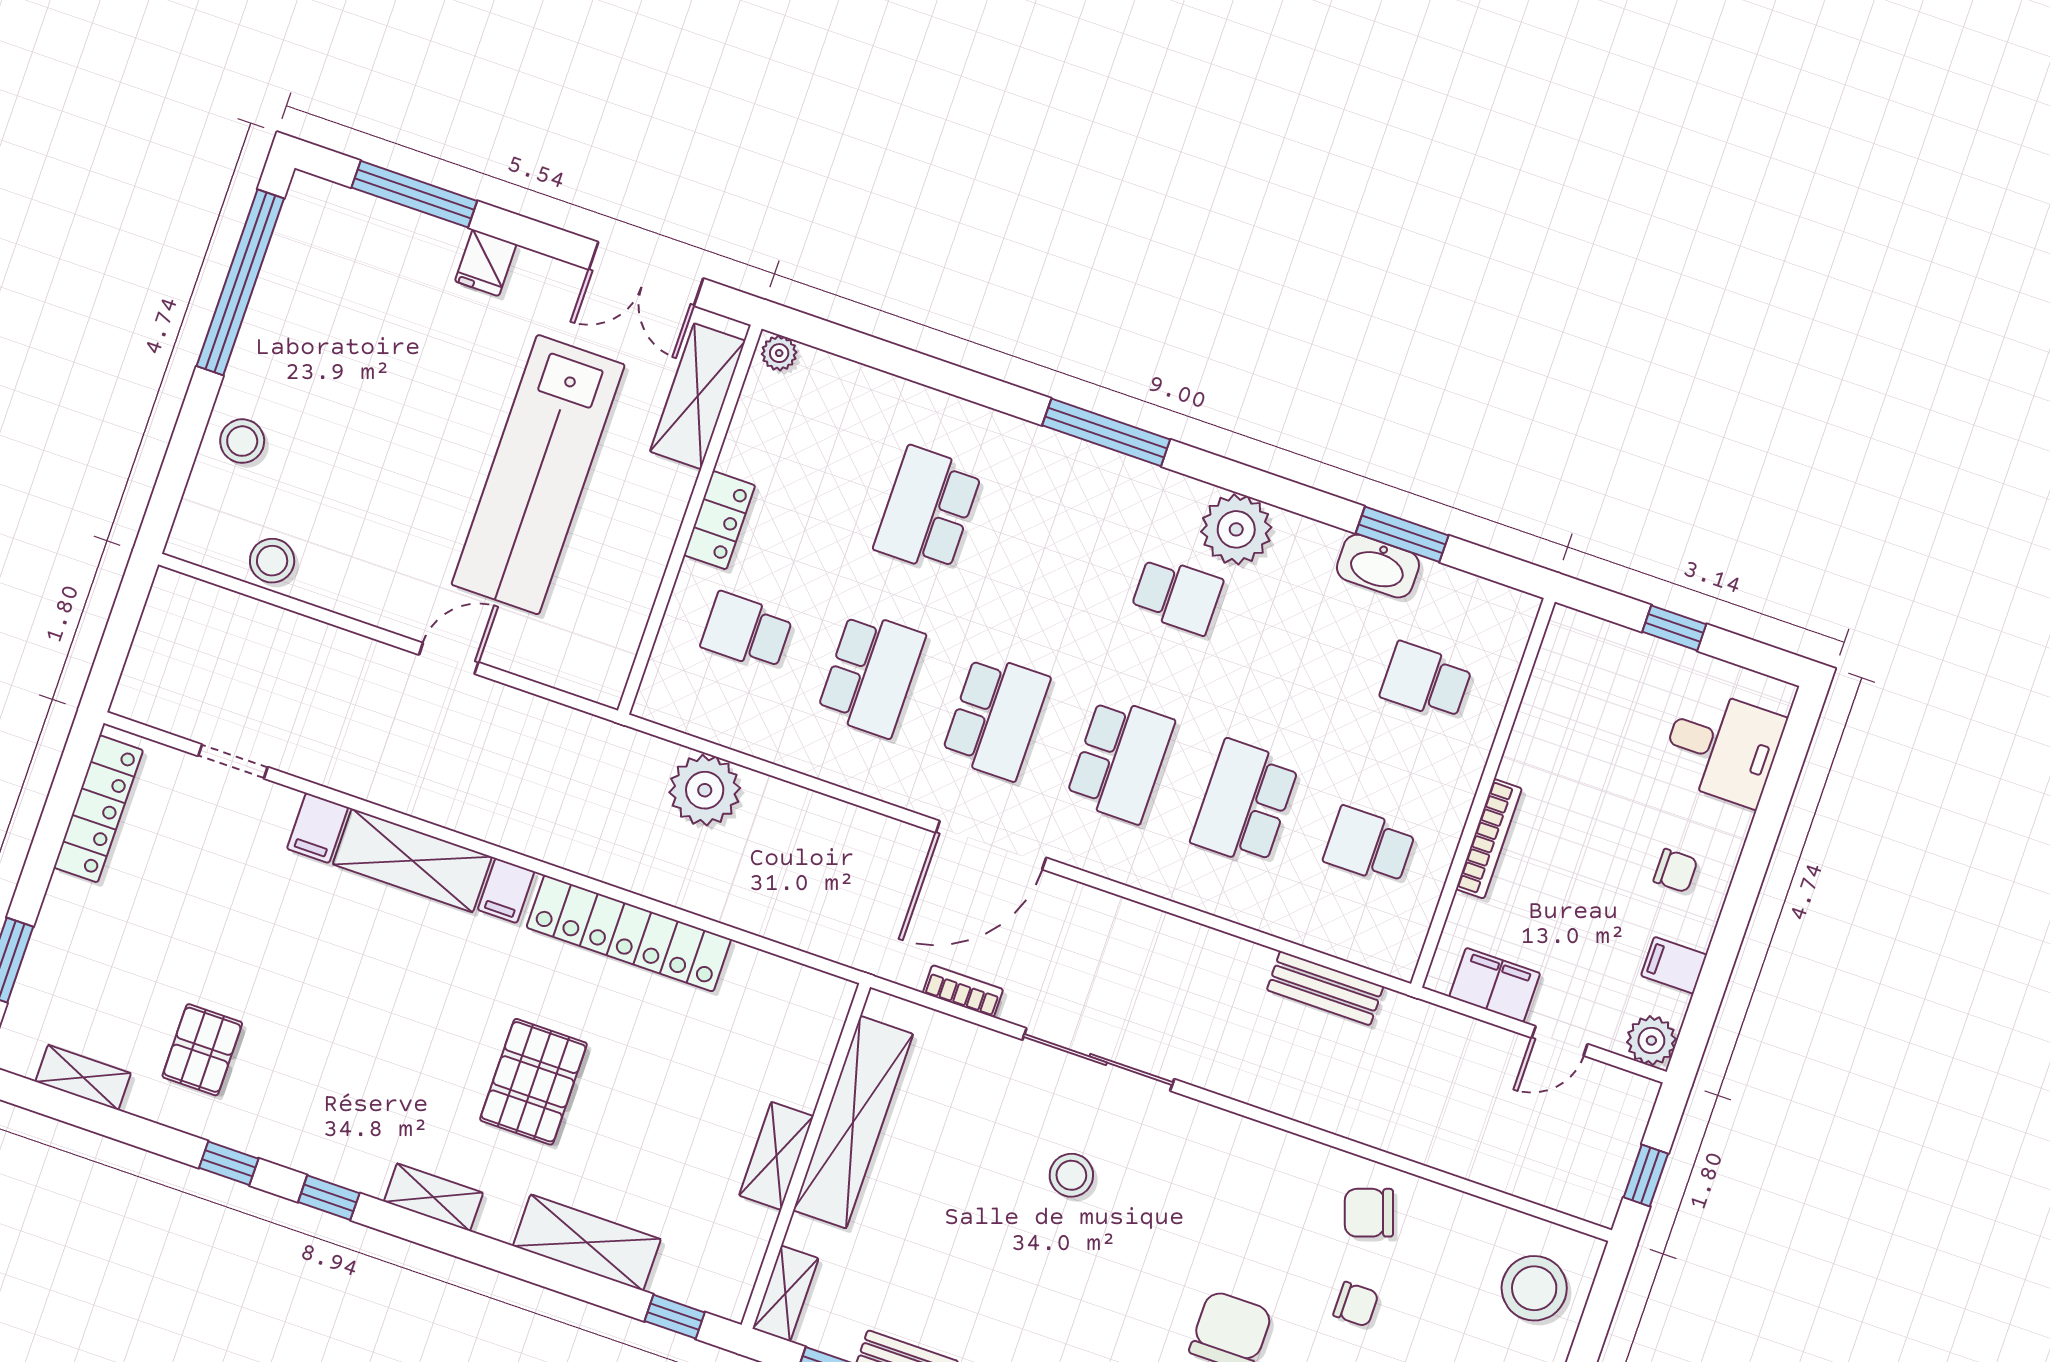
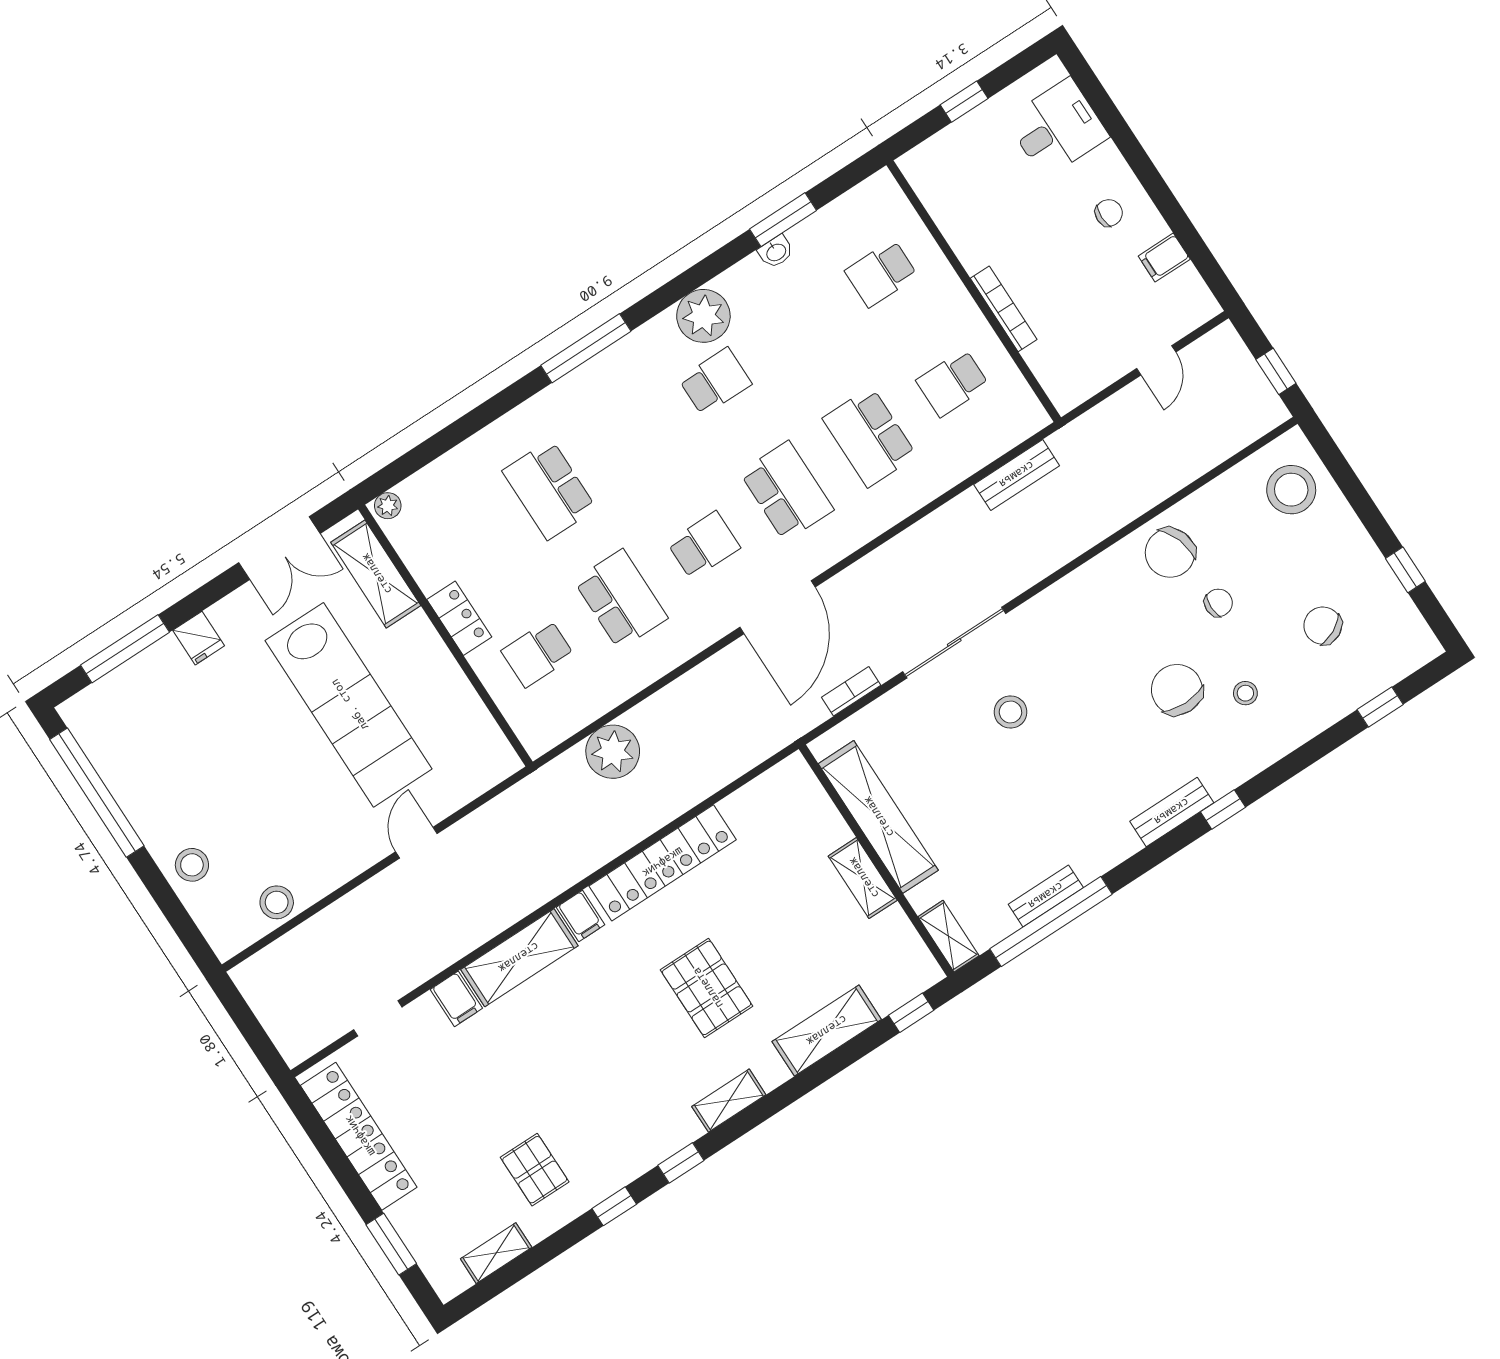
washbasin: (1378, 566) -> (776, 252), width x0.52, depth x0.69
school desk: (996, 717) -> (704, 545), width x0.54
locker: (98, 809) -> (359, 1136), width x1.41, depth x1.21
filing cabinet: (1495, 985) -> (1093, 373), removed
plant: (1651, 1041) -> (1198, 306), removed
chair: (1369, 1213) -> (1170, 553), width x1.37, depth x1.37

